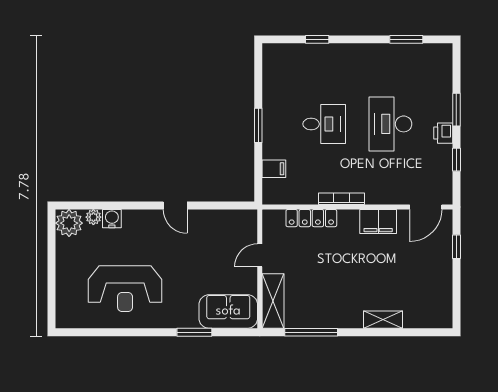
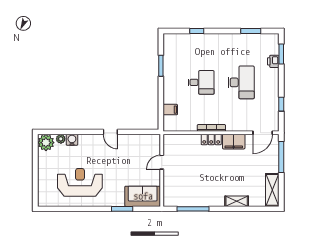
window: (456, 110) -> (281, 54), moved
desk: (390, 124) -> (241, 82), turned 180
window: (258, 125) -> (161, 66), moved
printer: (443, 133) -> (273, 61), moved
locker: (311, 218) -> (211, 140), moved, width x0.66
window: (456, 247) -> (281, 157), width x2.17
reception desk: (125, 289) -> (80, 182), turned 180
shelving: (273, 301) -> (272, 190), moved

